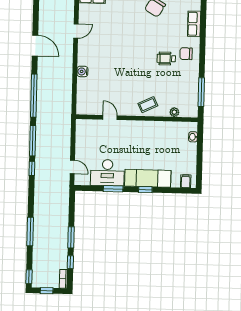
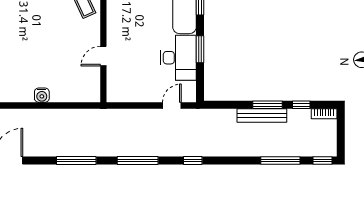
window: (34, 96) -> (76, 160), width x0.68
window: (32, 168) -> (193, 160), moved
window: (30, 232) -> (280, 160), moved
bench: (63, 233) -> (262, 116), added
window: (47, 291) -> (341, 136), removed

